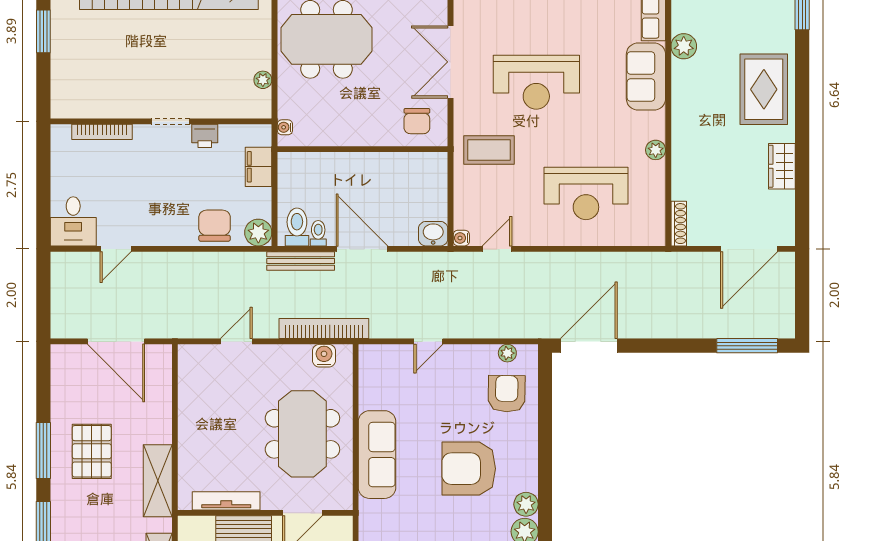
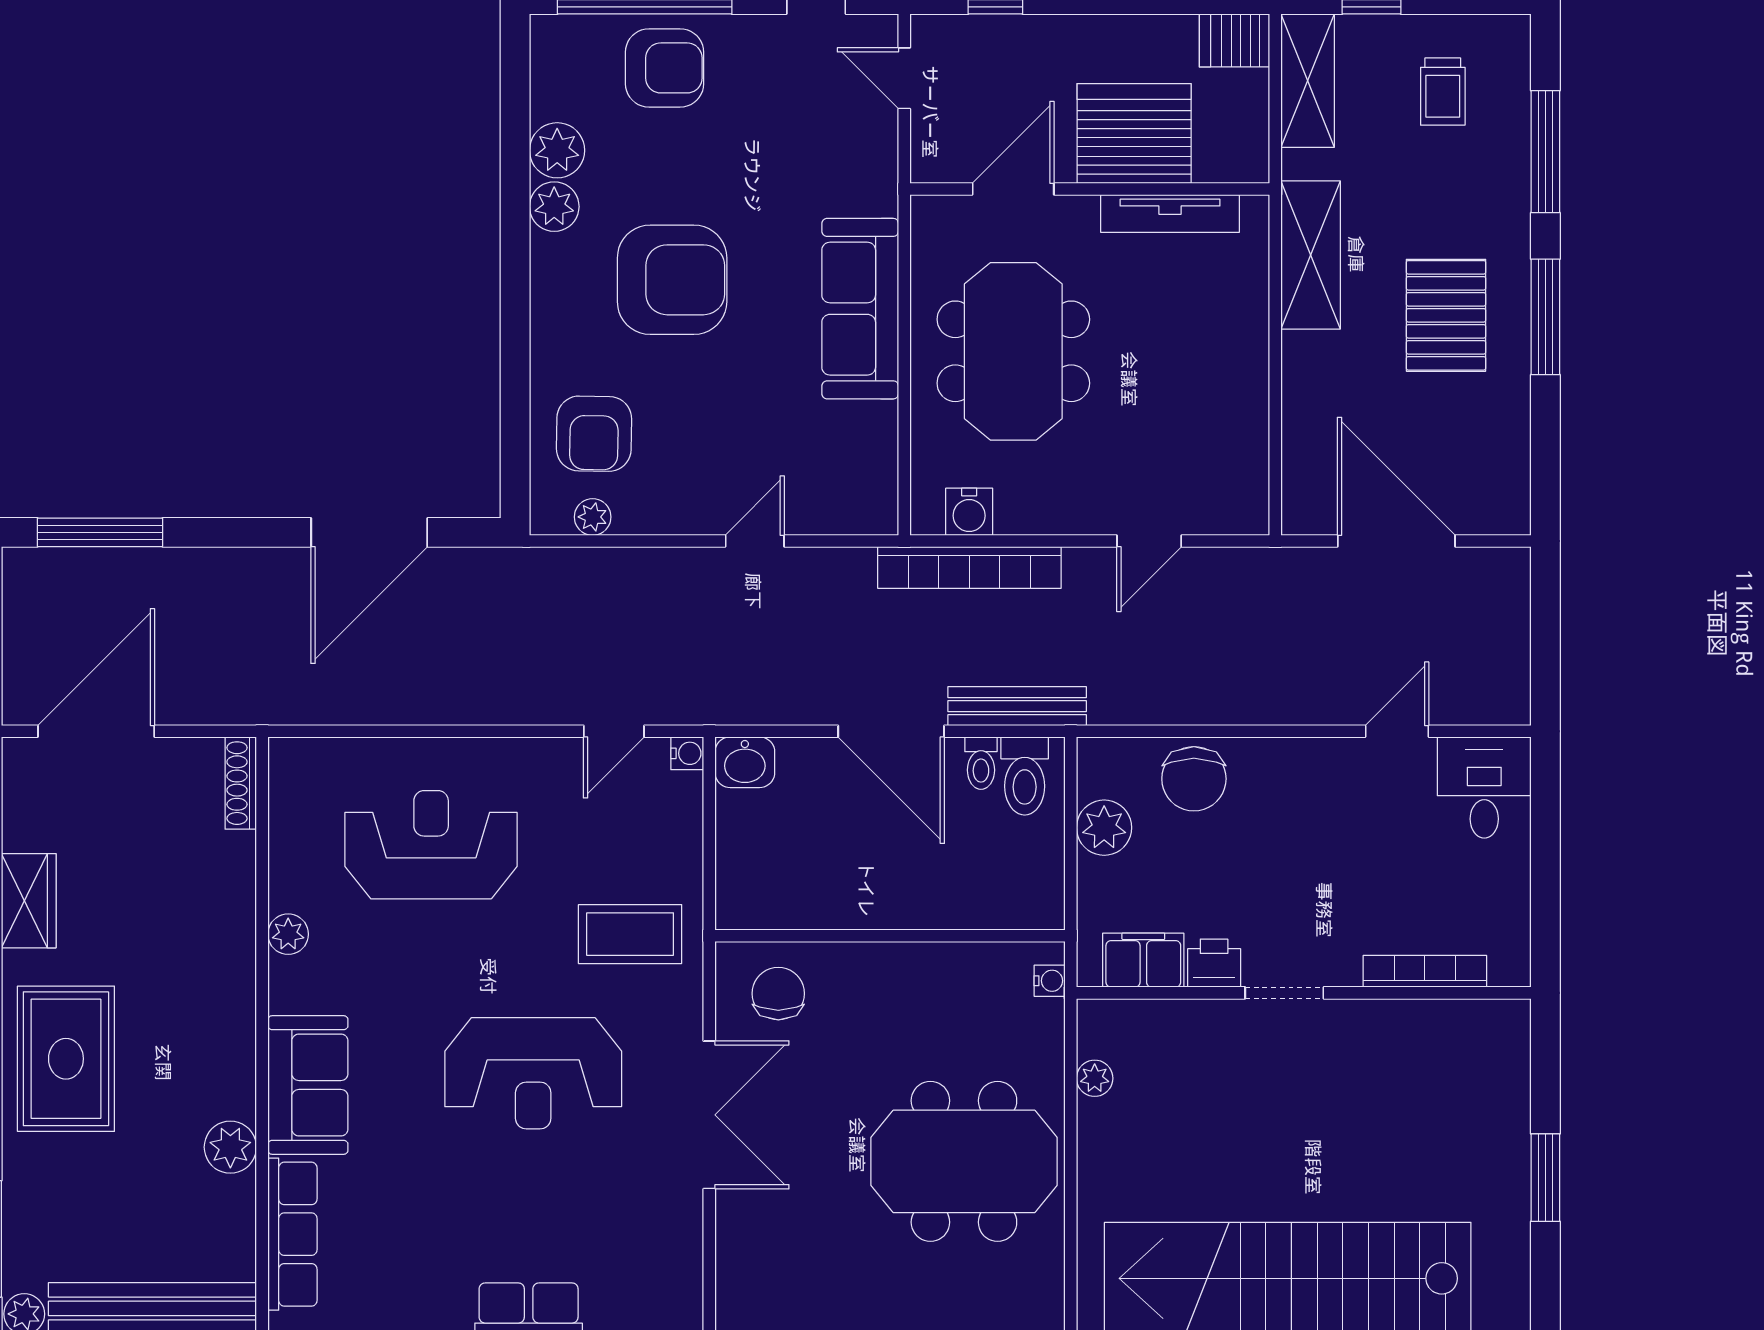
reception desk: (536, 82) -> (533, 1073), turned 180
filing cabinet: (259, 167) -> (1143, 960), moved, turned -90
plant: (258, 233) -> (1104, 828), moved
door: (589, 346) -> (369, 532), moved

